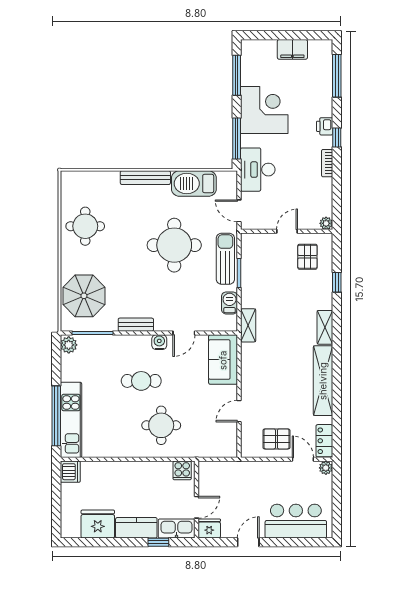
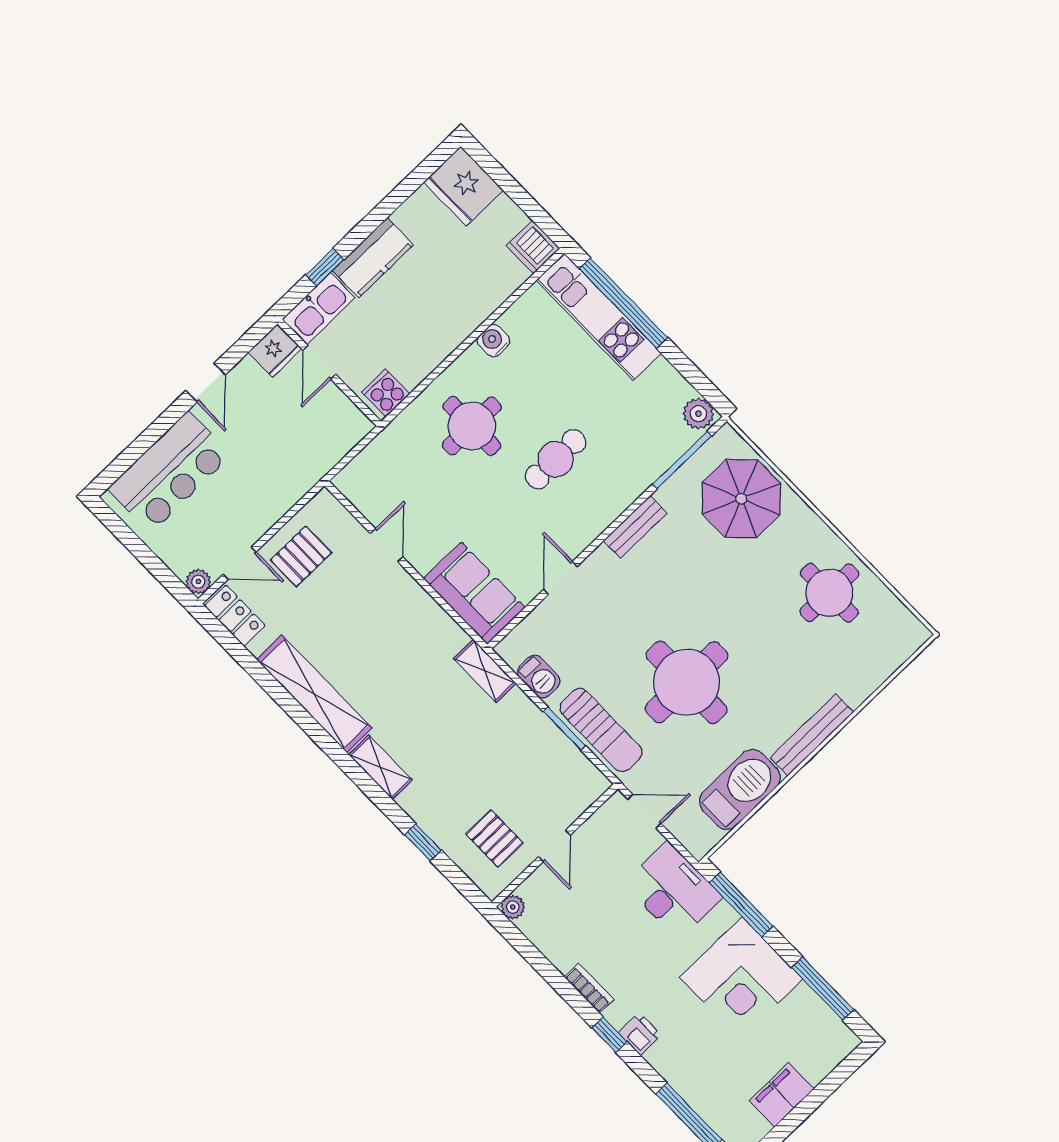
water cooler: (159, 342) -> (494, 341), moved, turned 180
fridge: (98, 524) -> (463, 186), moved, turned 90

